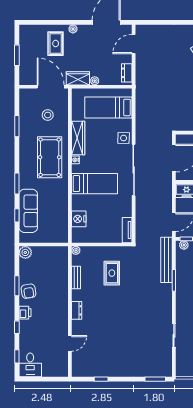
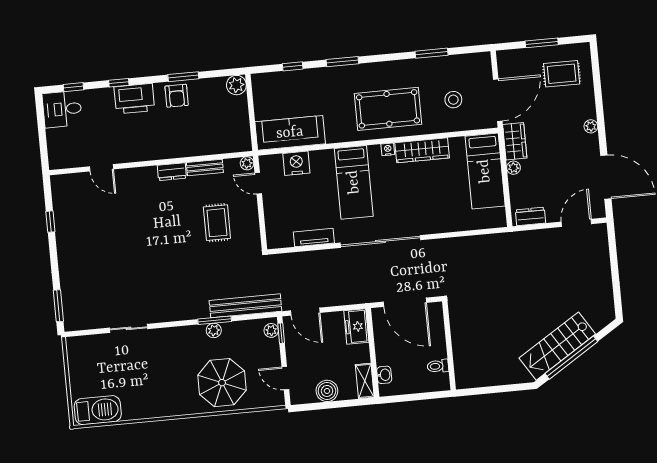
rug: (56, 44) -> (562, 74), moved
door: (134, 44) -> (576, 223), hinge flipped
bed: (108, 107) -> (485, 171), moved, turned 180
side table: (124, 138) -> (429, 221), removed
sofa: (28, 211) -> (290, 133), moved, turned 180
tv unit: (127, 230) -> (314, 237), moved
door: (89, 244) -> (258, 183), added
rug: (112, 273) -> (217, 223), turned 90
plant: (180, 282) -> (214, 330), added
armchair: (29, 291) -> (177, 96), turned -81
dresser: (77, 310) -> (172, 172), moved
printer: (25, 313) -> (134, 99), width x1.87, depth x1.48

